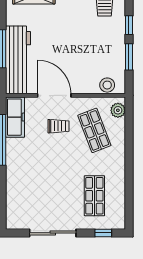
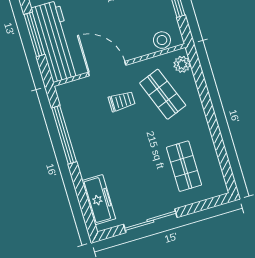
freezer: (15, 117) -> (99, 200), moved
window: (103, 233) -> (206, 204), removed

